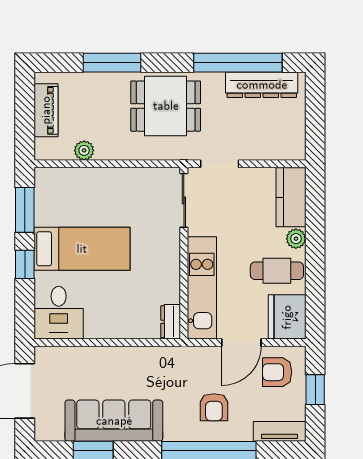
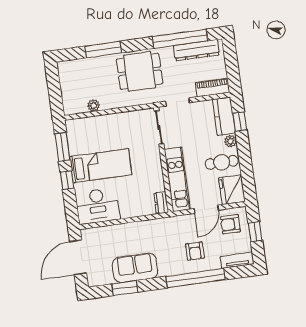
piano: (46, 110) -> (213, 87), moved, turned -90
window: (315, 209) -> (240, 122), added
desk: (59, 313) -> (98, 206), width x1.37
sofa: (114, 421) -> (135, 268), width x0.73

